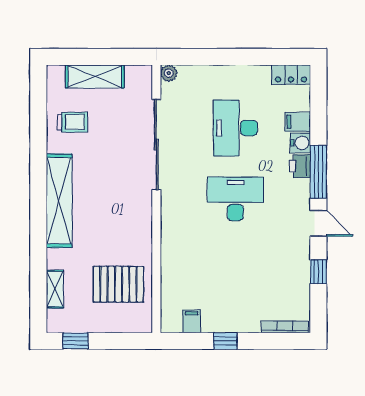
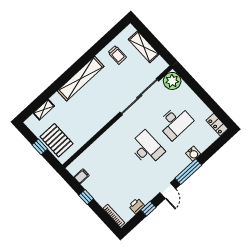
plant: (169, 73) -> (172, 81), width x1.88, depth x1.88
filing cabinet: (298, 122) -> (201, 145), removed
desk: (235, 128) -> (175, 122), turned 180
printer: (300, 166) -> (137, 206), moved
pallet: (118, 284) -> (56, 140), moved
window: (76, 341) -> (40, 147), moved

